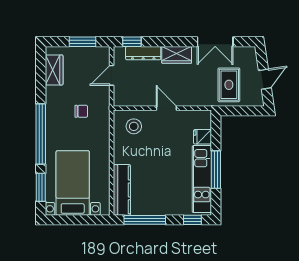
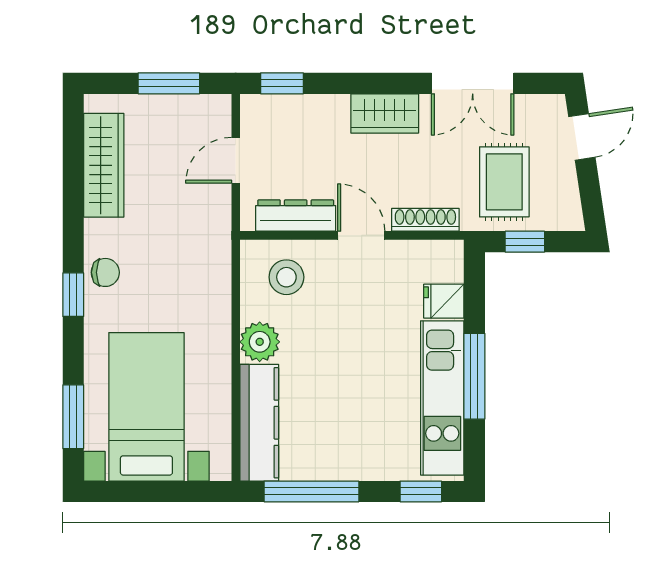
dresser: (143, 53) -> (296, 216), moved, turned 180
wardrobe: (54, 70) -> (104, 165), width x1.50
door: (265, 79) -> (582, 137), moved
shoe rack: (194, 101) -> (425, 220), added
chair: (81, 111) -> (105, 272), moved
window: (238, 111) -> (525, 242), added
window: (41, 134) -> (73, 295), width x0.32
plant: (122, 155) -> (260, 342), added

